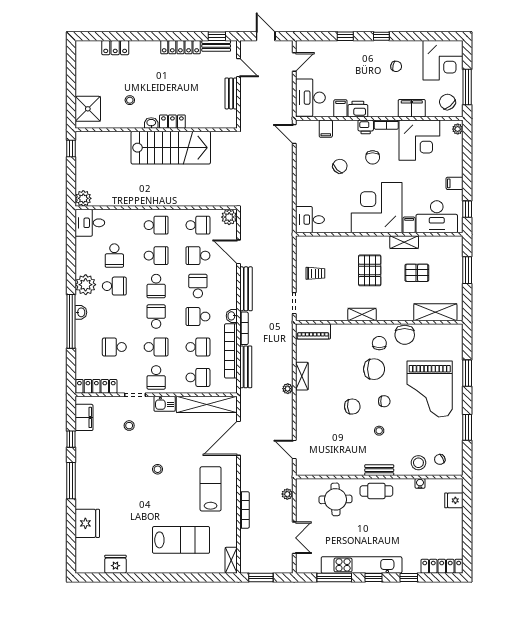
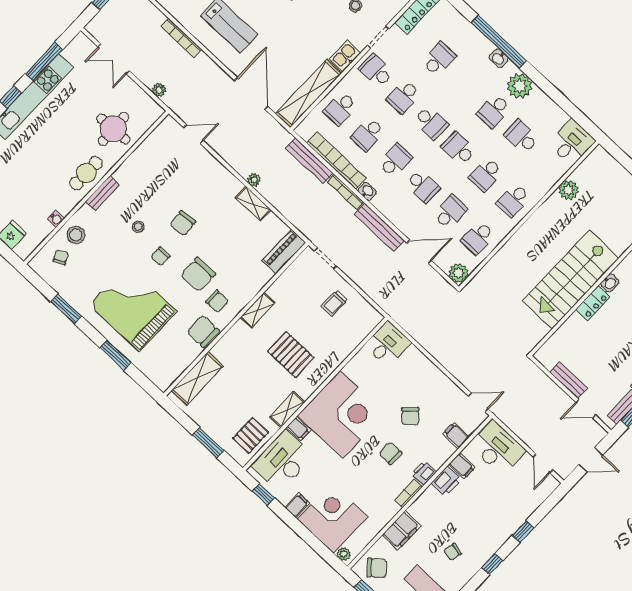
corner desk: (419, 140) -> (332, 518), moved, turned 90
plant: (83, 198) -> (568, 190), moved
pallet: (417, 273) -> (251, 435), moved

